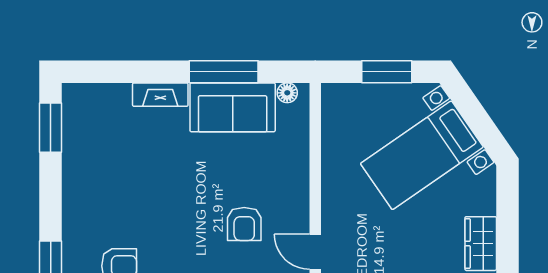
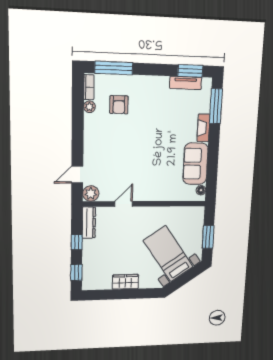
window: (224, 72) -> (216, 106), moved
tv unit: (74, 136) -> (186, 83), added
armchair: (244, 224) -> (138, 169), removed

